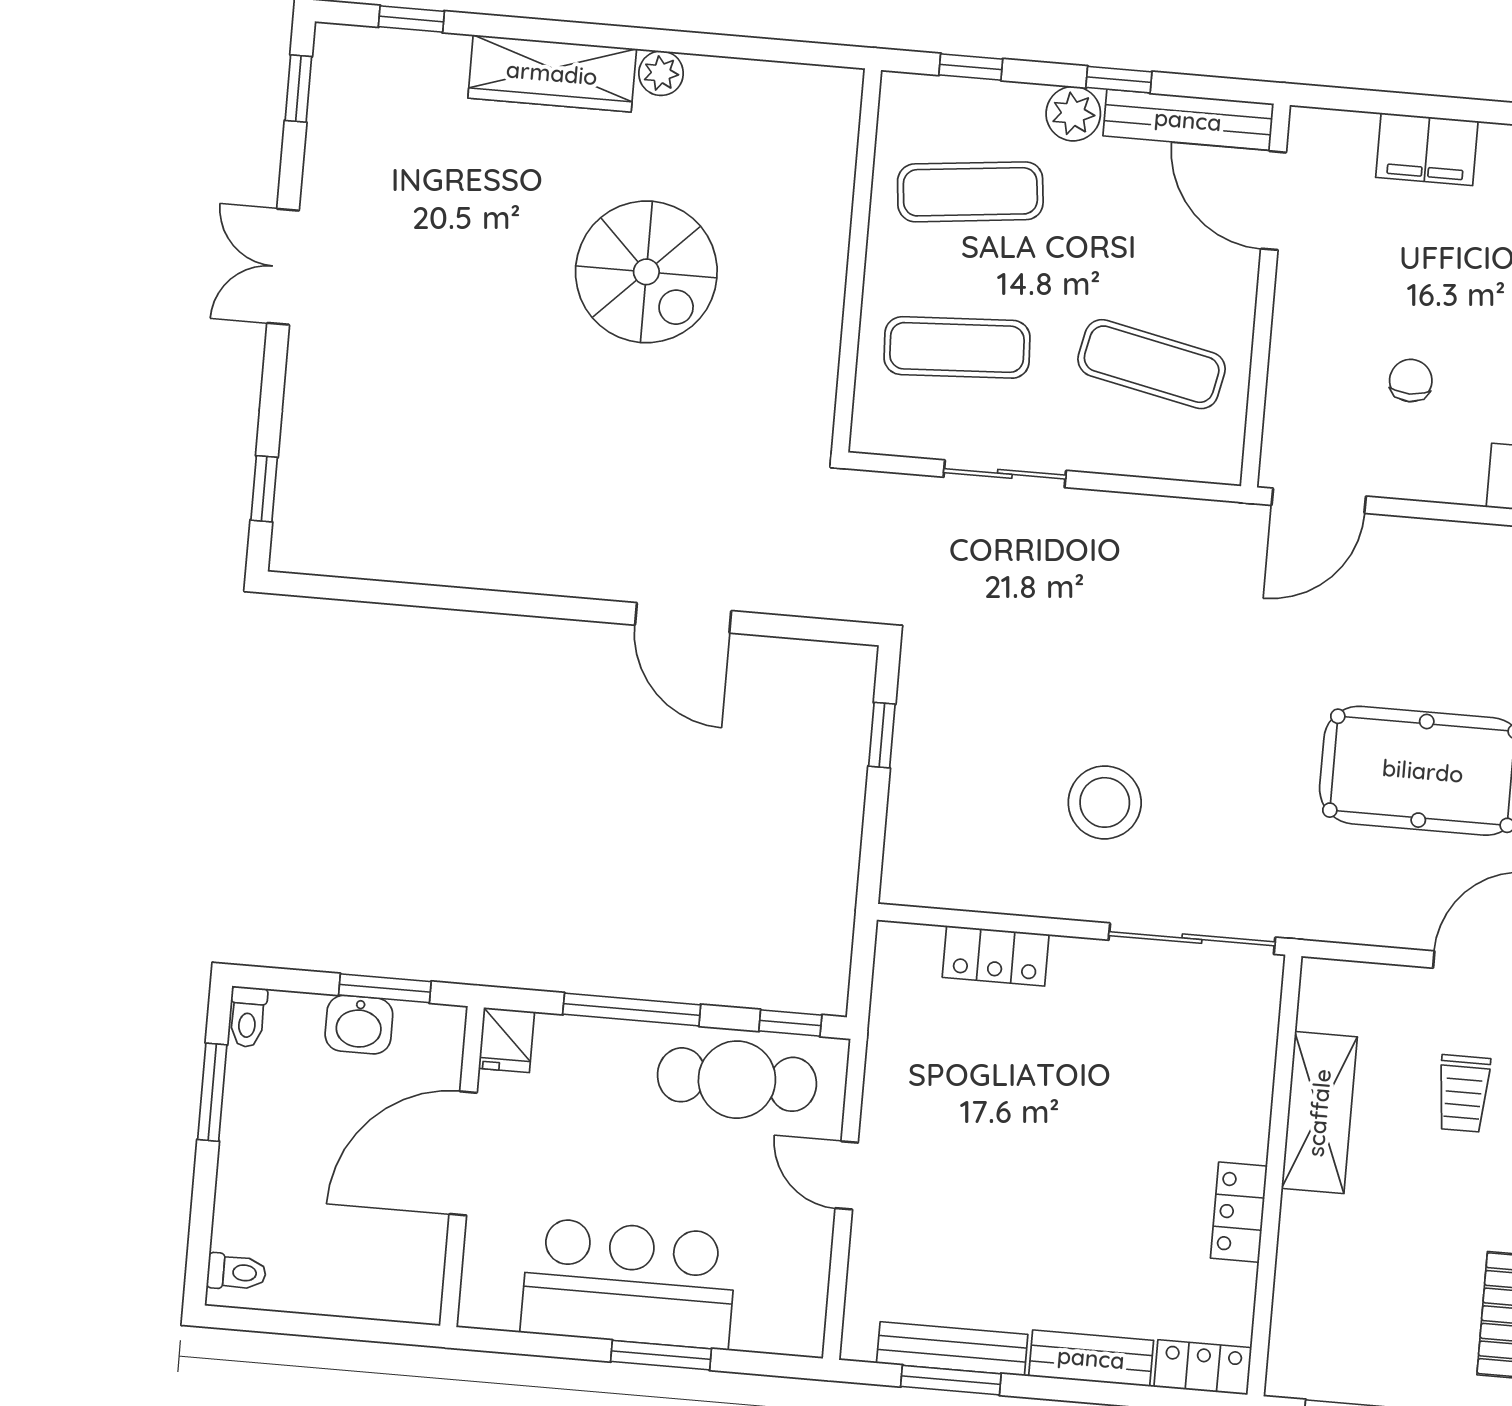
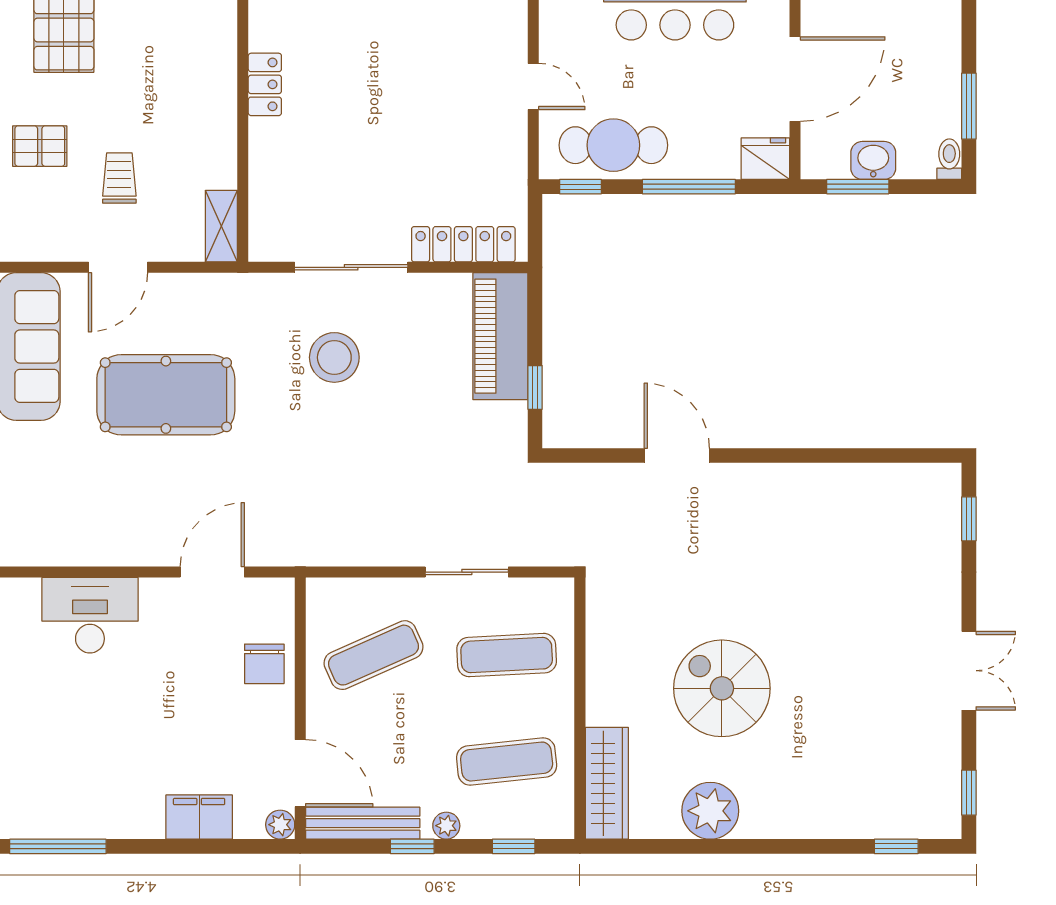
wardrobe: (552, 73) -> (607, 783), moved, turned 90
plant: (661, 73) -> (710, 811), width x1.88, depth x1.88
plant: (1073, 114) -> (446, 826), width x0.73, depth x0.73
plant: (1309, 128) -> (280, 825), added
exercise mat: (1152, 364) -> (374, 655), turned -36
chair: (1411, 381) -> (264, 664), moved, width x1.37, depth x1.37
door: (1319, 501) -> (212, 572), moved
stool: (1105, 802) -> (334, 357), moved
piano: (926, 815) -> (500, 336), added
sliding door: (1192, 939) -> (351, 267), moved
locker: (996, 956) -> (463, 244), width x1.53
fridge: (507, 1040) -> (765, 159), width x1.38
shelving: (1319, 1113) -> (221, 226), moved, width x0.67, depth x0.75

